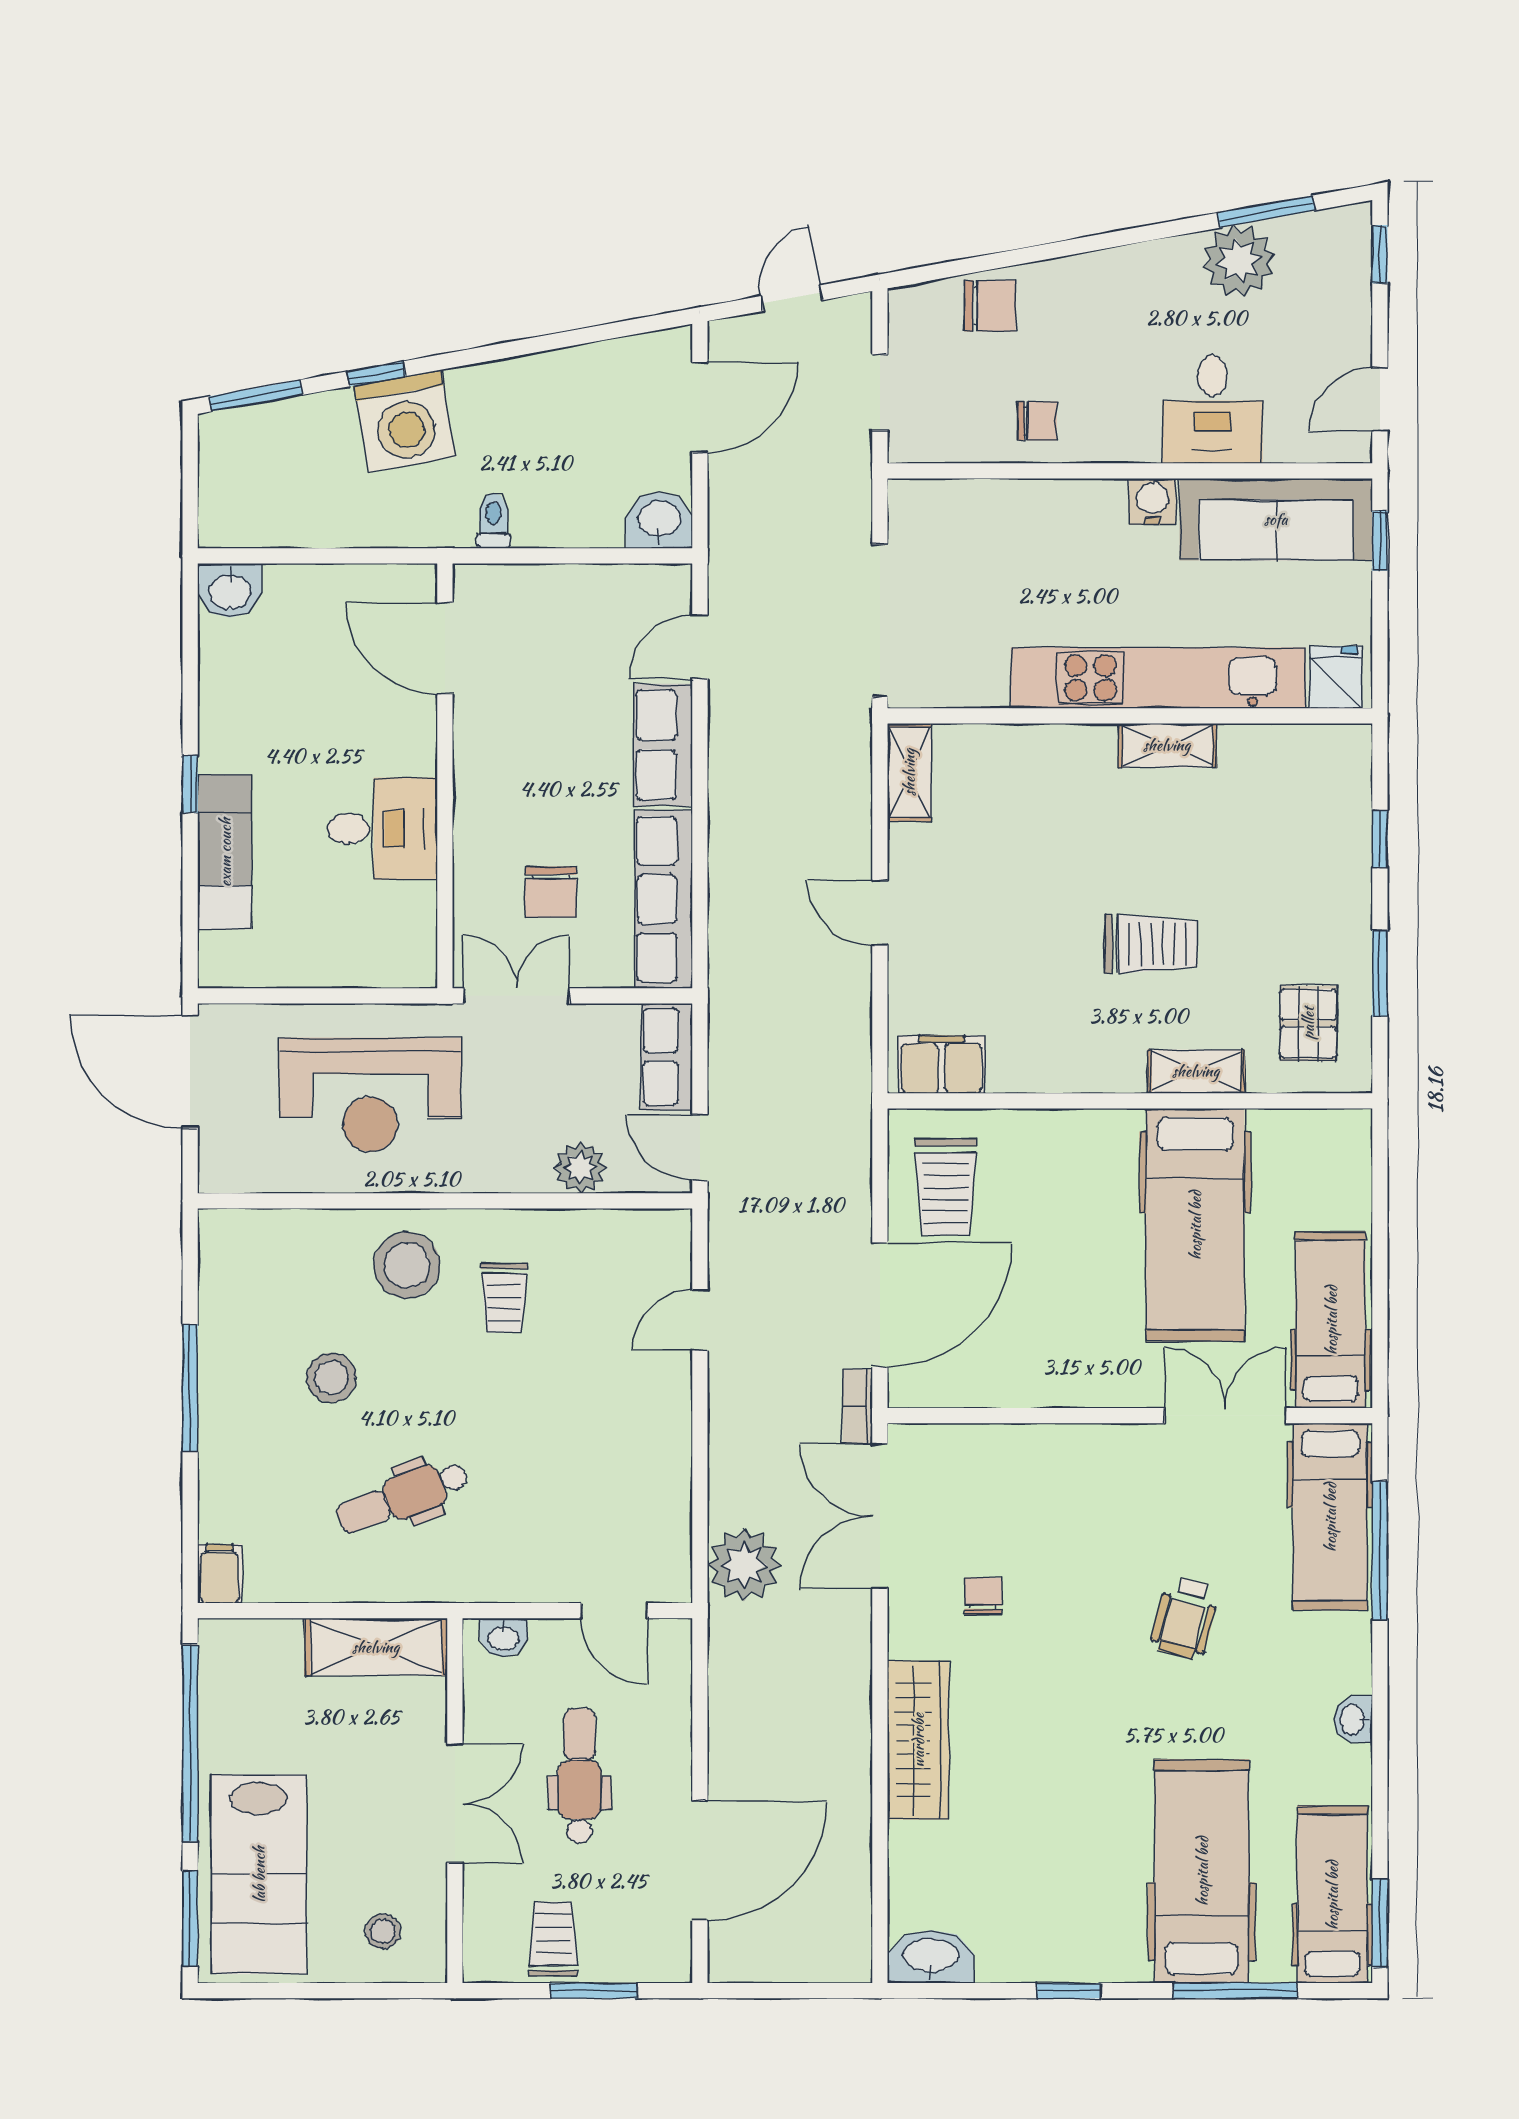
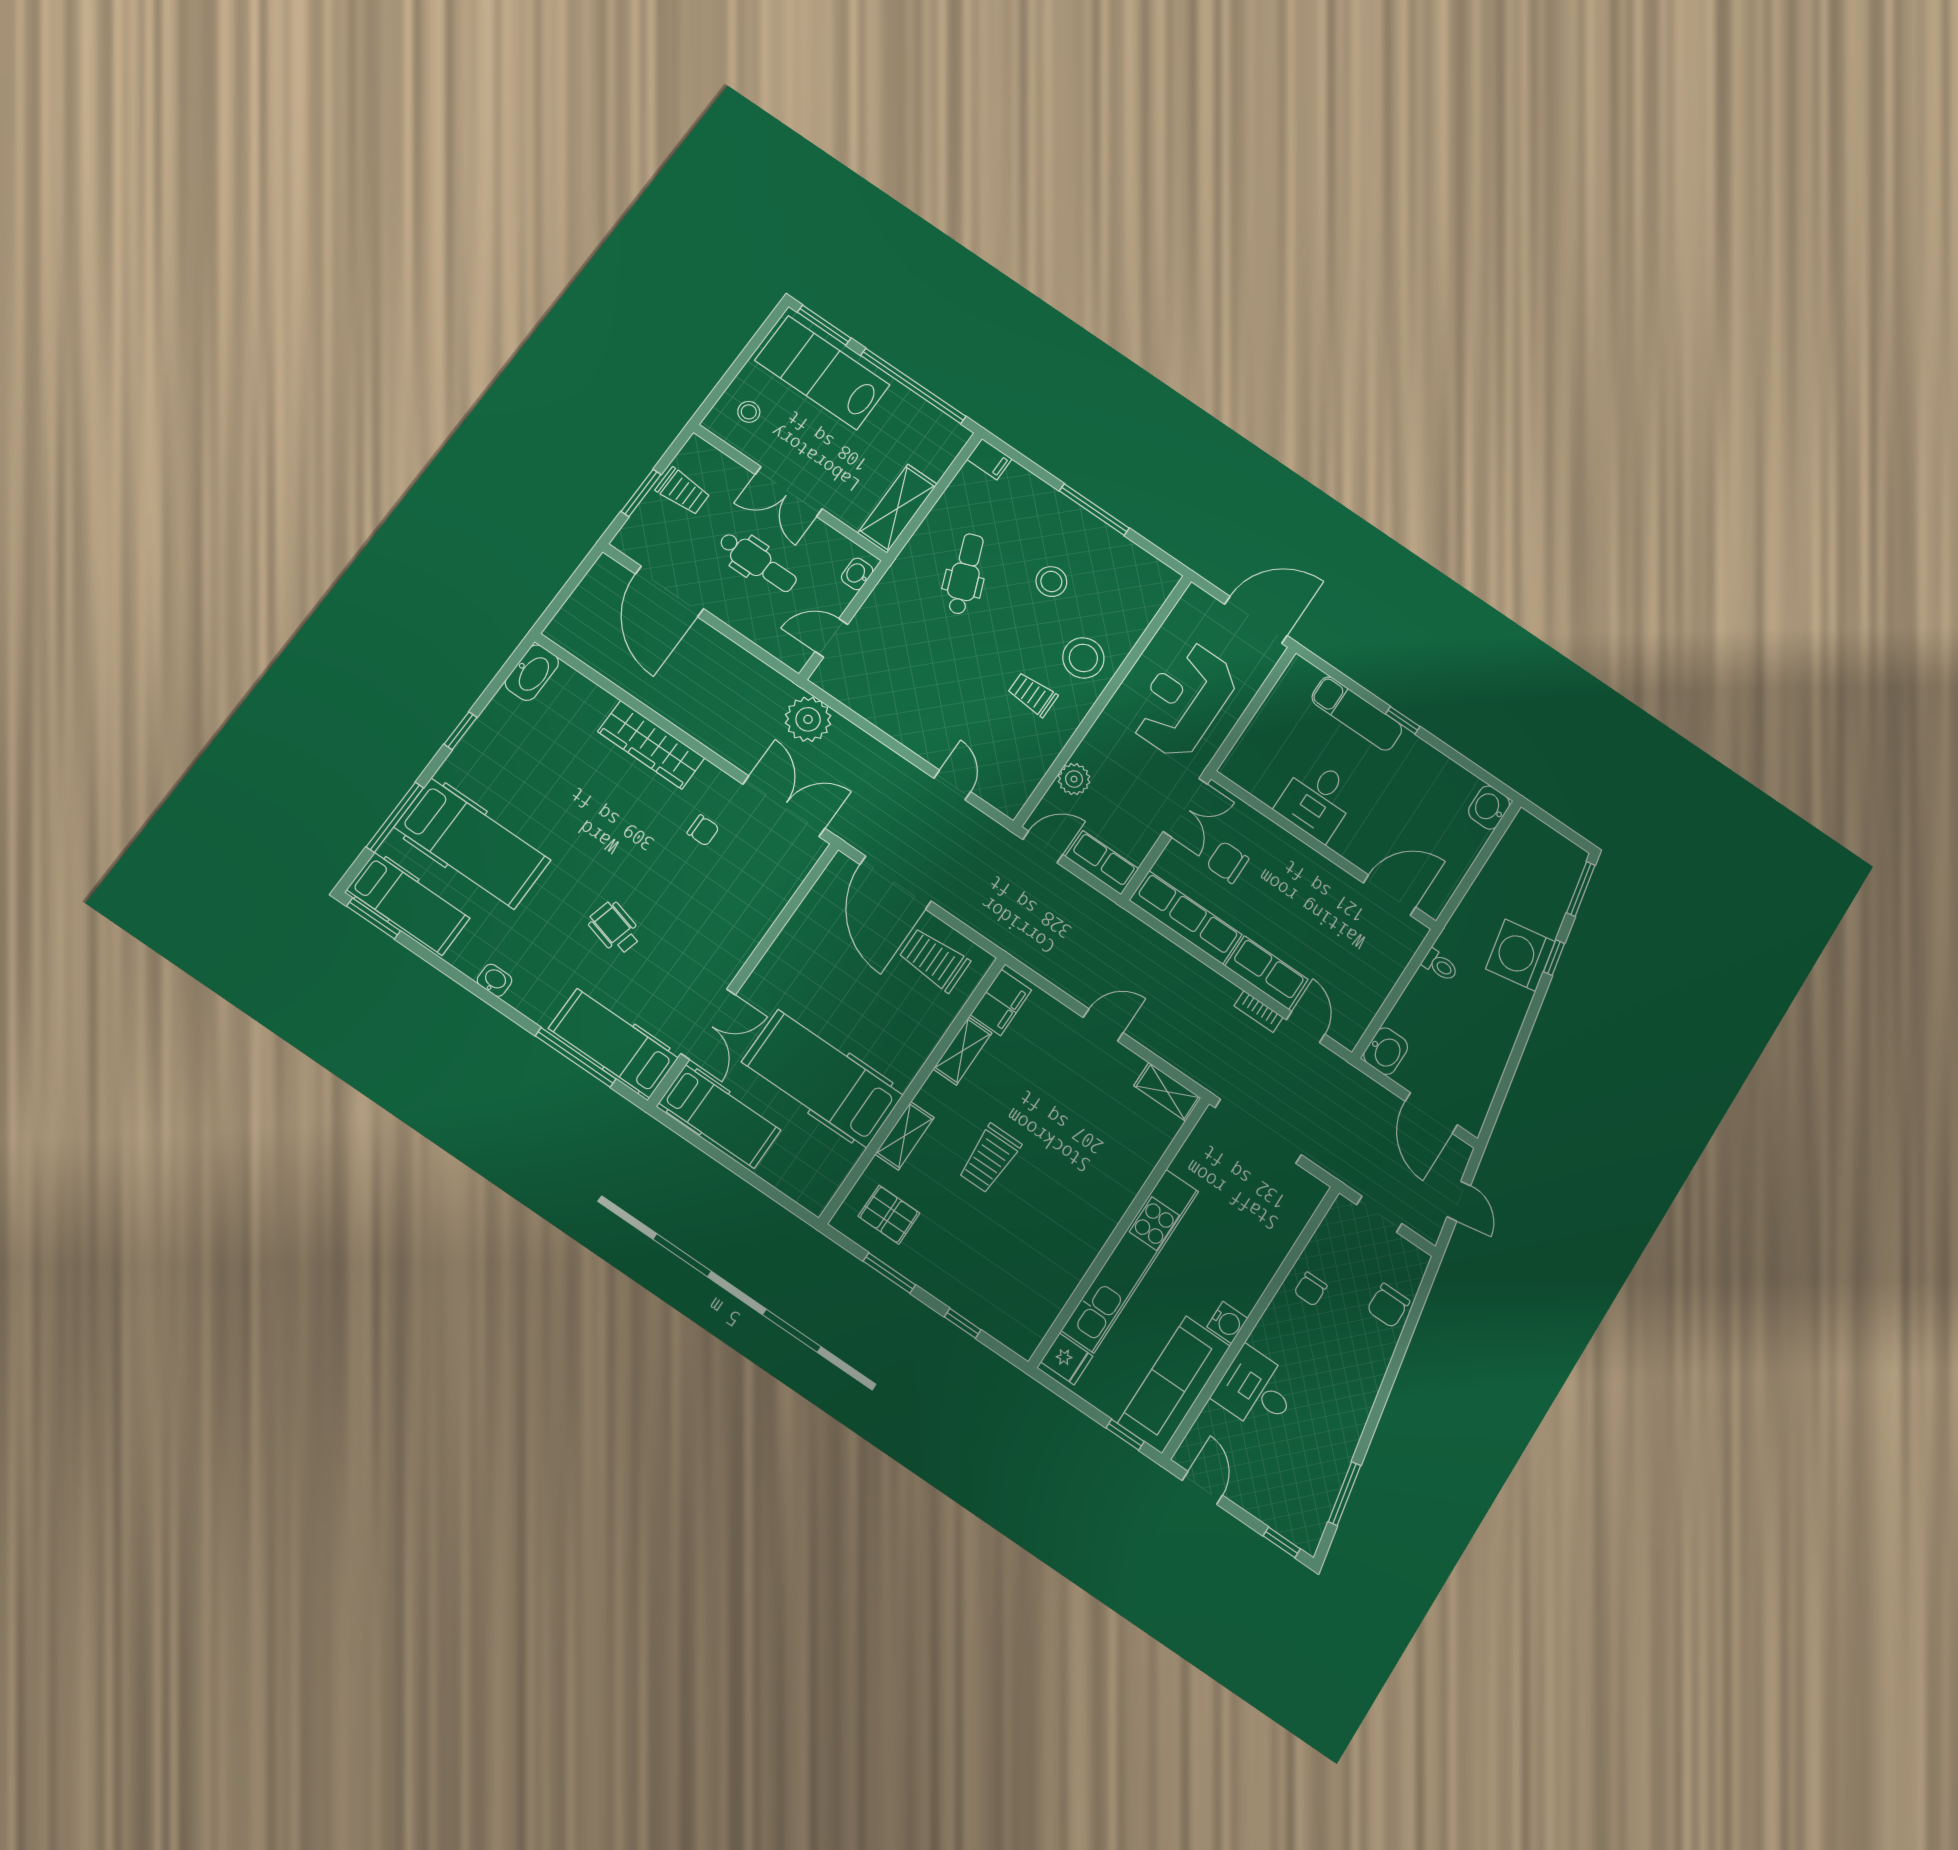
plant: (1239, 261) -> (1327, 1460), removed
shelving: (1167, 745) -> (962, 1051), moved
bookcase: (858, 1406) -> (1258, 1012), moved, turned 180

